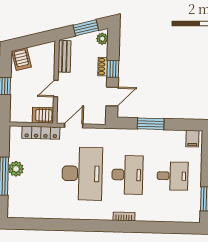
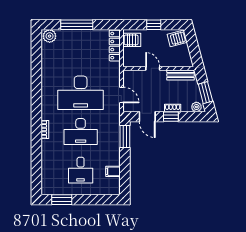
server rack: (43, 115) -> (132, 40), moved, turned 90
window: (151, 124) -> (125, 136), moved
door: (74, 126) -> (121, 95), moved
locker: (41, 133) -> (115, 46), moved
filing cabinet: (192, 139) -> (113, 171), moved
plant: (16, 169) -> (50, 36), moved

